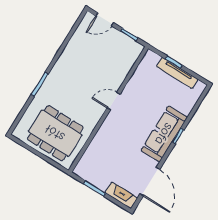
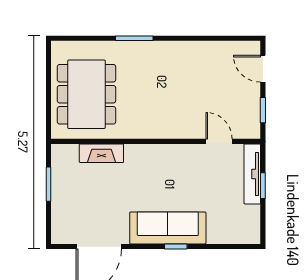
tv unit: (177, 73) -> (252, 174), moved
door: (114, 101) -> (219, 141), moved
fireplace: (121, 195) -> (101, 153), moved, turned 90

